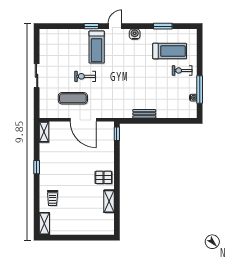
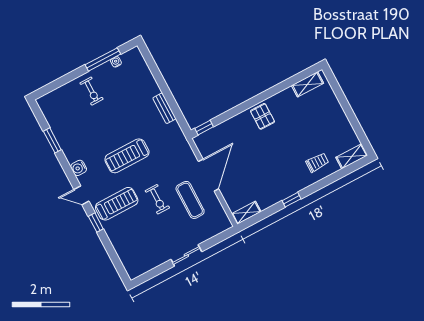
treadmill: (170, 51) -> (127, 156), moved, turned -90
shelving: (109, 201) -> (308, 84), moved

